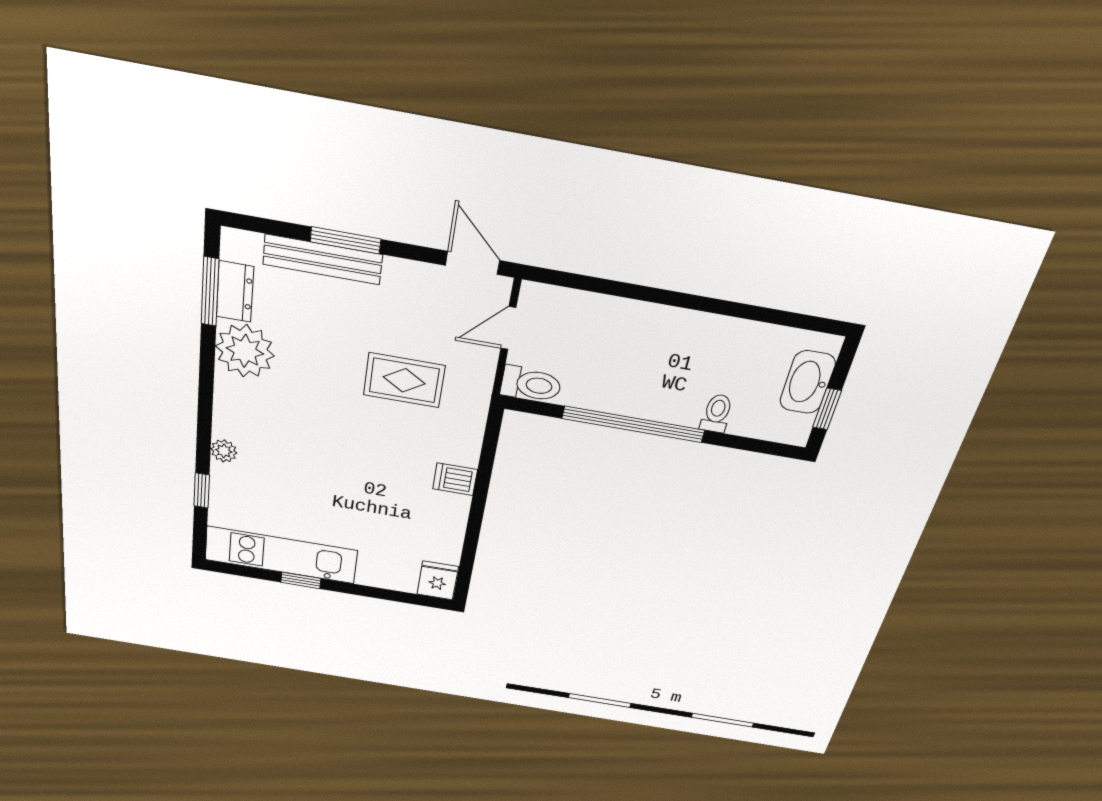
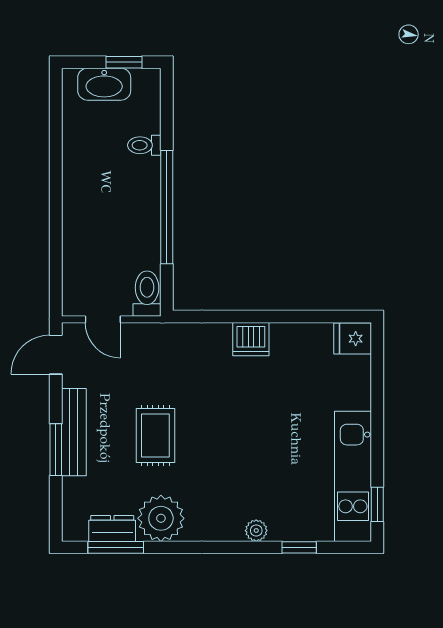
bench: (323, 259) -> (74, 432), moved
rug: (404, 380) -> (155, 435), moved
dishwasher: (455, 479) -> (251, 339), width x1.38
window: (301, 580) -> (377, 504), moved

